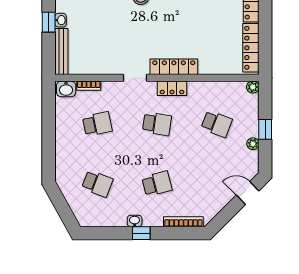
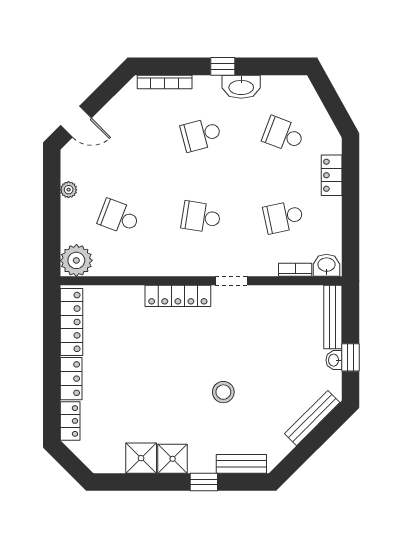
plant: (253, 87) -> (76, 260), width x1.88, depth x1.88
locker: (172, 88) -> (332, 175), moved, turned -90
window: (265, 129) -> (52, 210), removed
washbasin: (135, 221) -> (241, 87), width x1.91, depth x1.45

